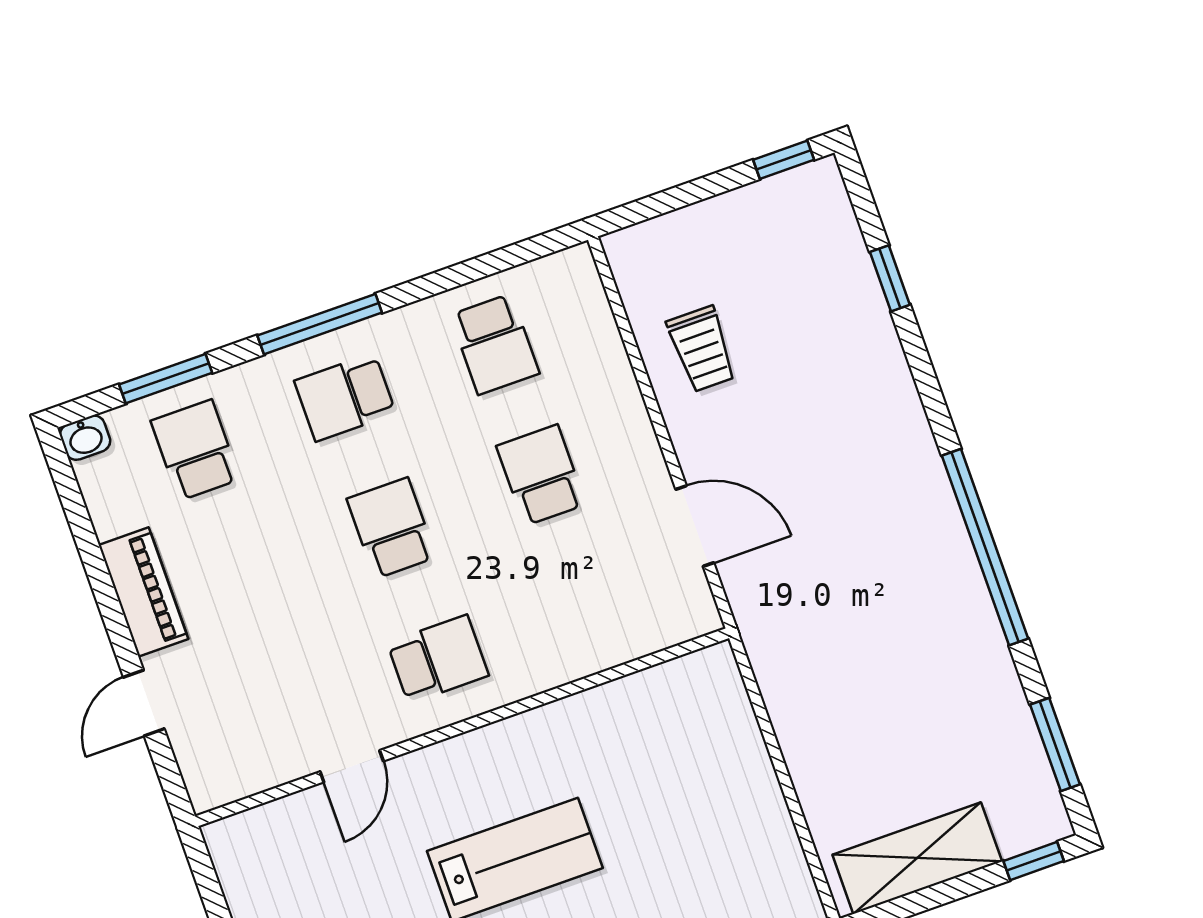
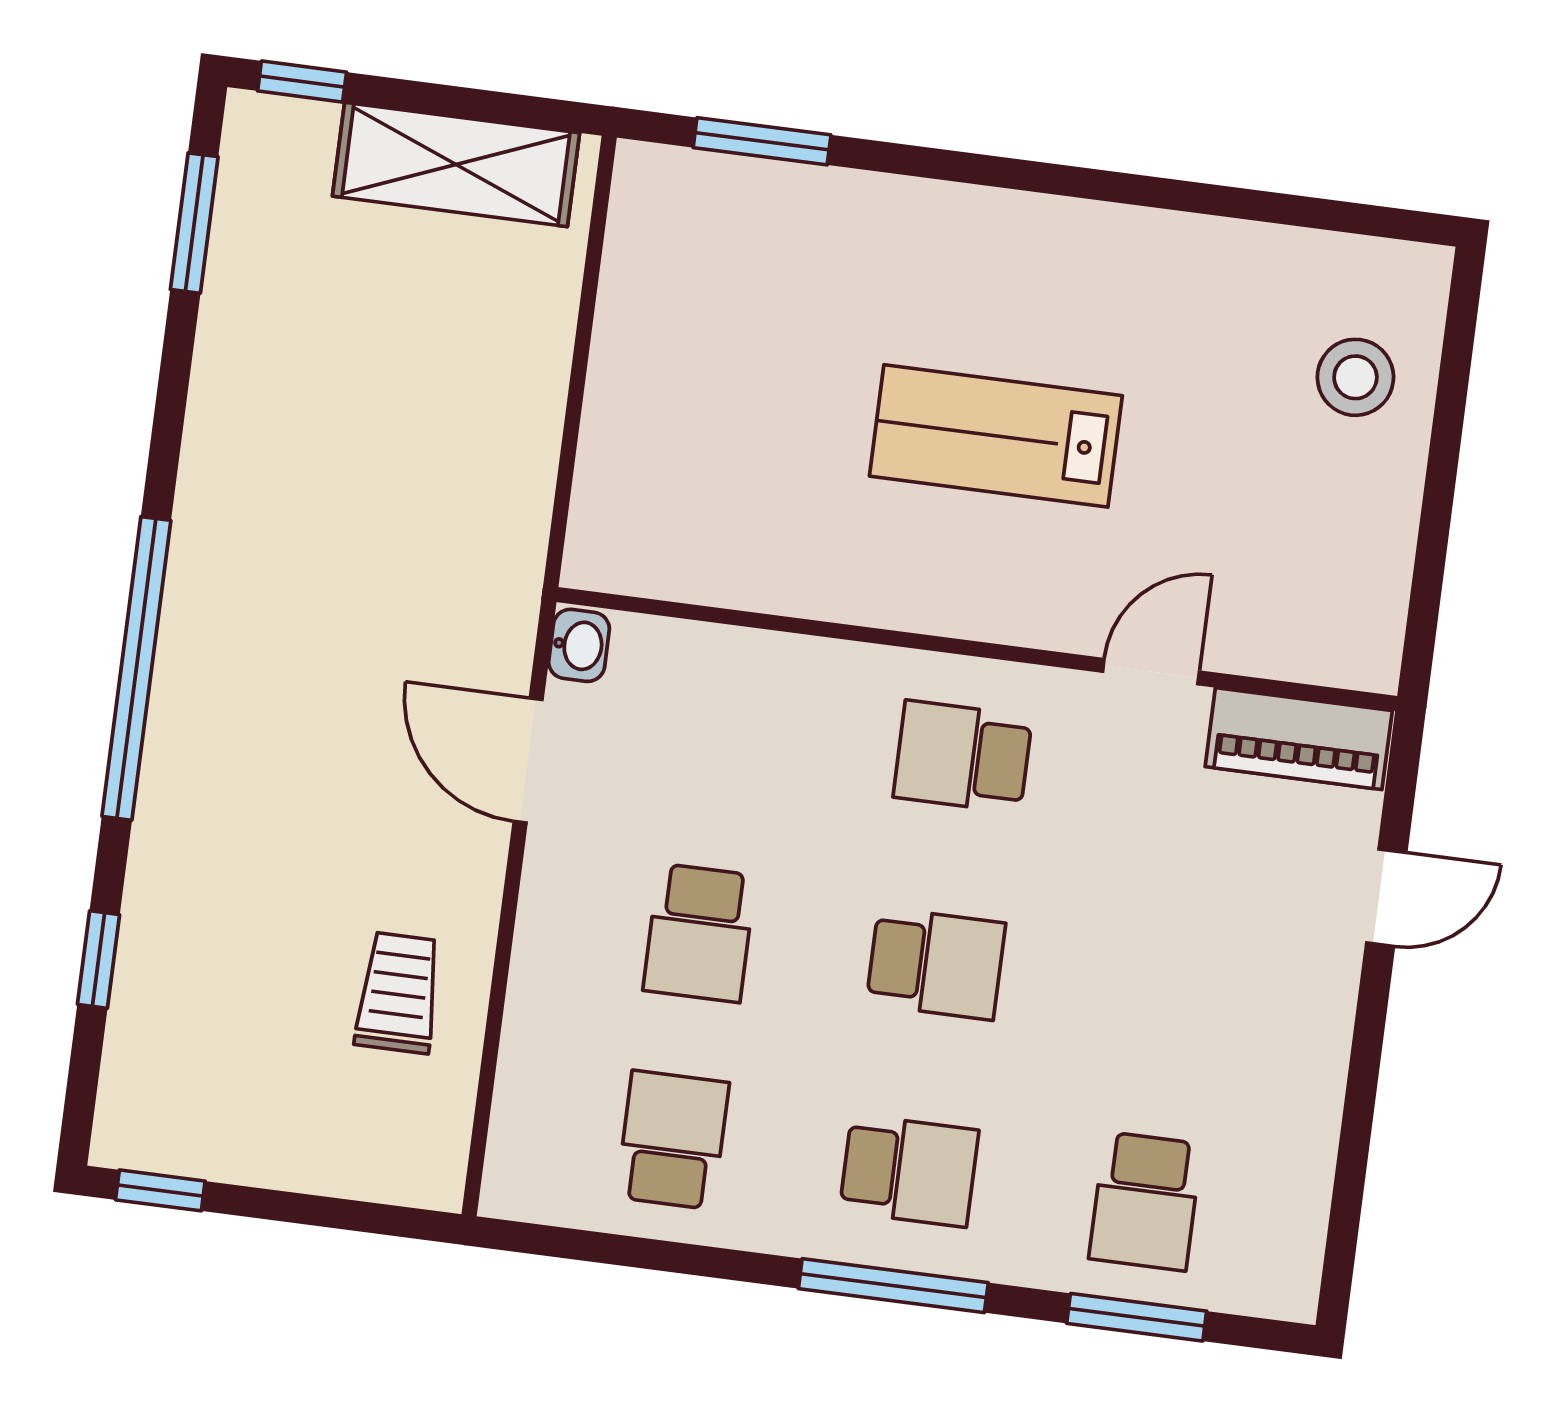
washbasin: (85, 438) -> (579, 645), moved, turned 90
school desk: (391, 528) -> (936, 964), turned -90
window: (985, 547) -> (136, 668), moved
piano: (143, 592) -> (1299, 739), moved, turned -90

